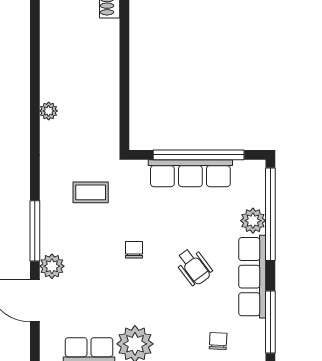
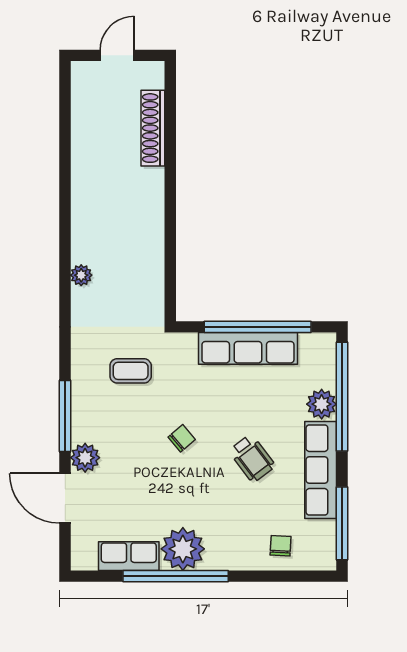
chair: (134, 250) -> (182, 438), turned 50

